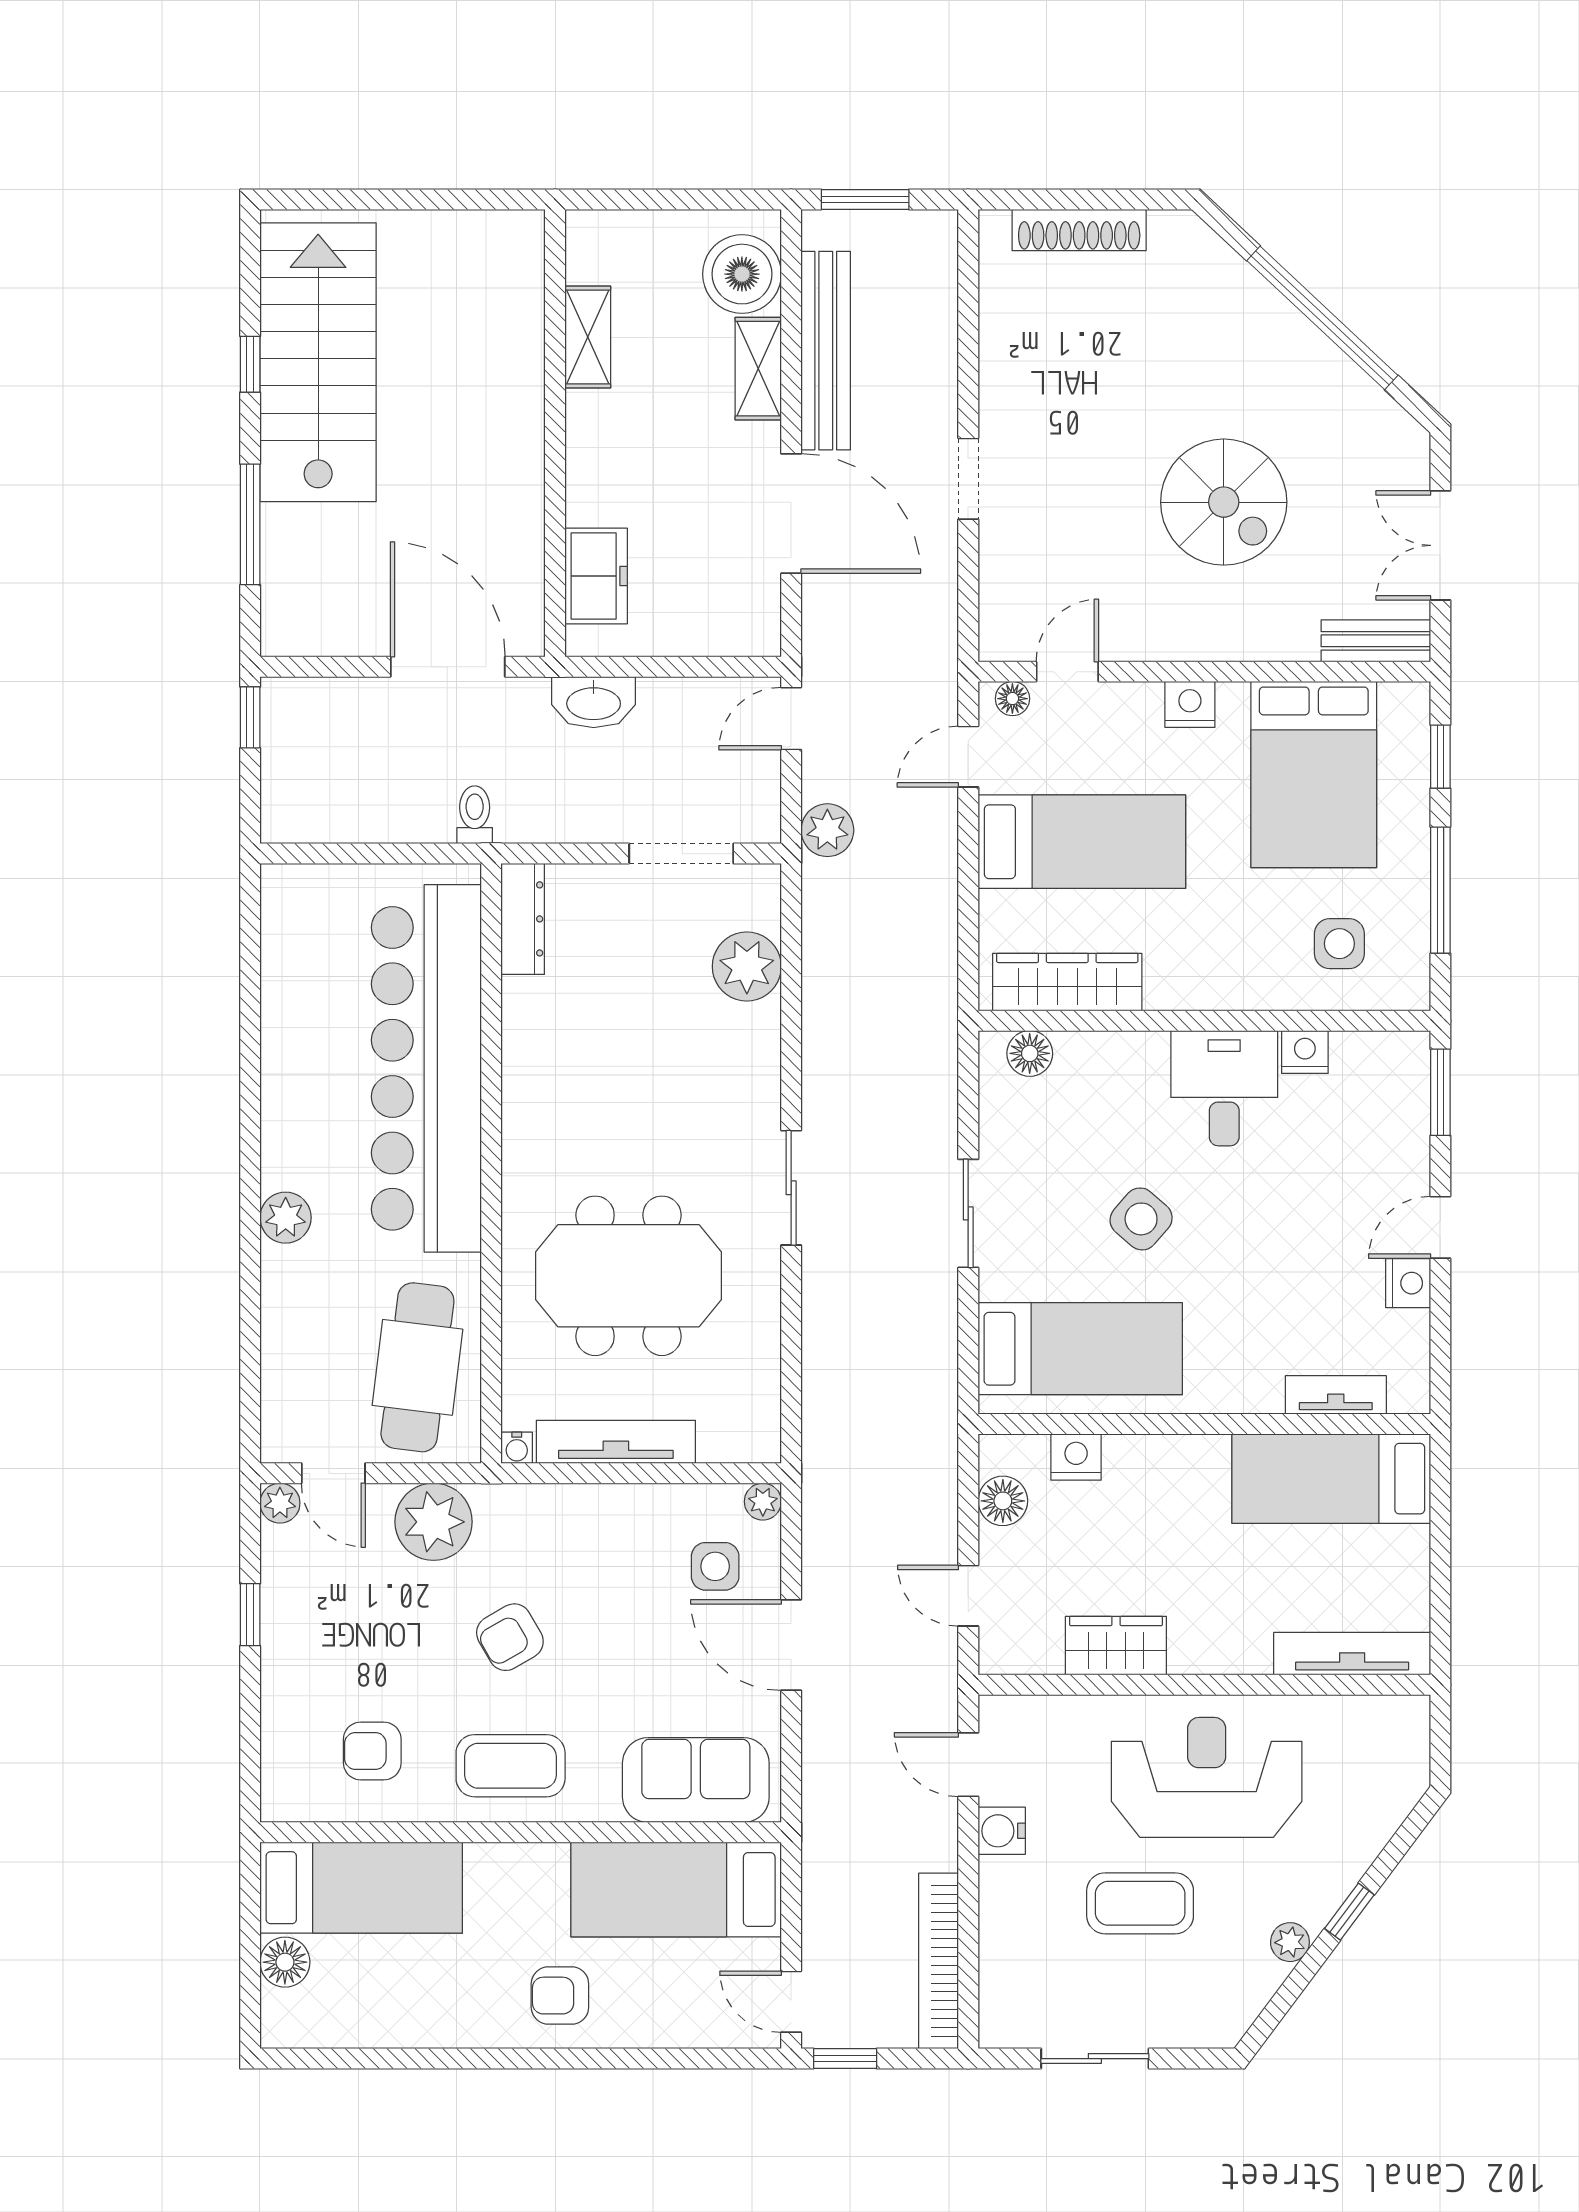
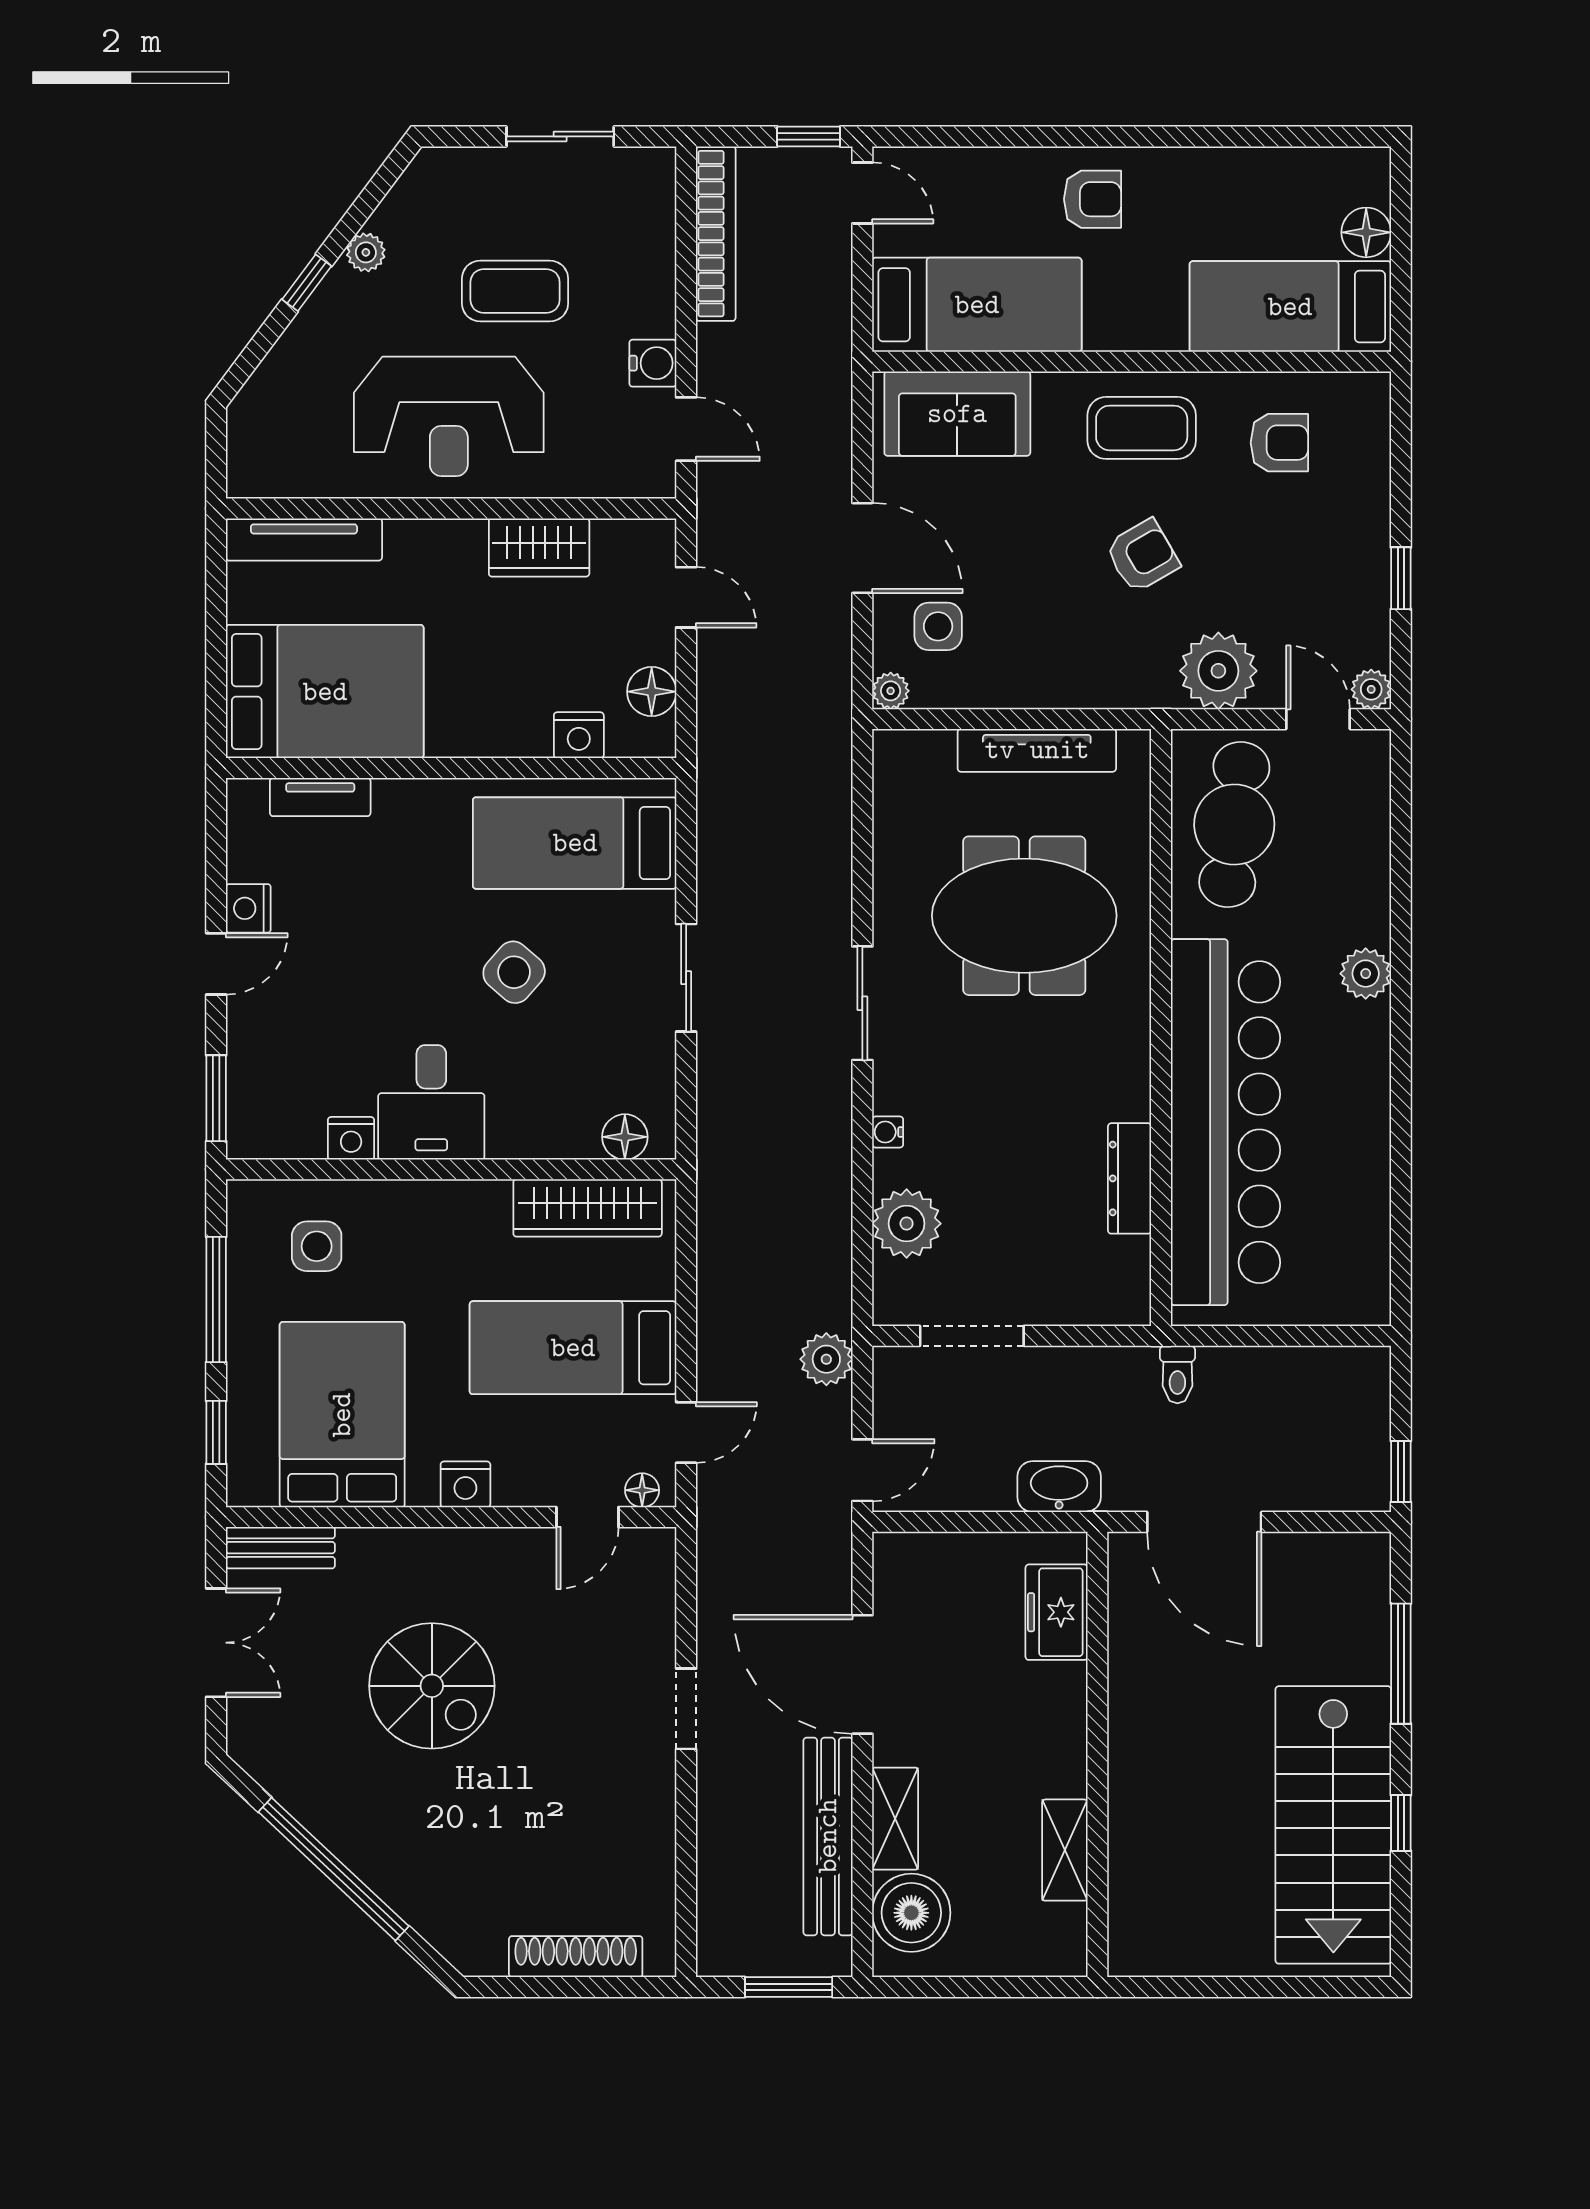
spiral stairs: (1224, 502) -> (432, 1686), turned 180
dresser: (523, 919) -> (1130, 1178), moved
water cooler: (517, 1448) -> (888, 1132), moved, turned -90
bed: (1331, 1479) -> (325, 692), width x1.50

